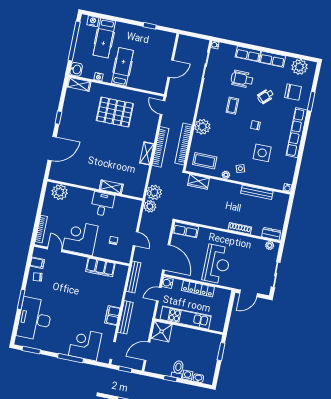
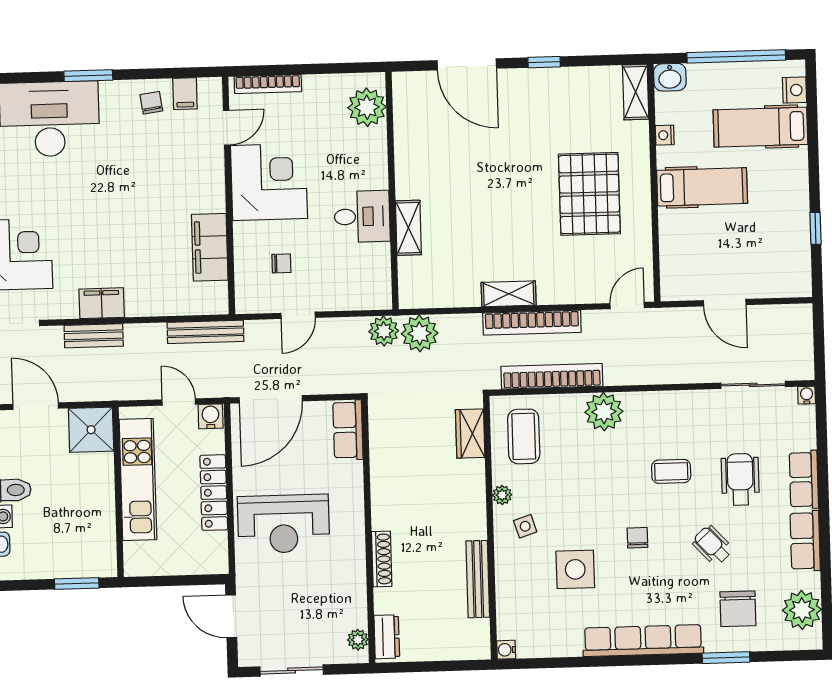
bench: (125, 317) -> (94, 336), width x0.73

